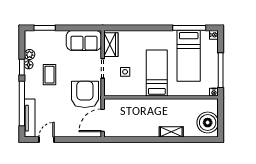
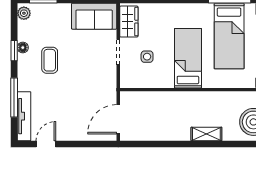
plant: (29, 54) -> (24, 13), moved
armchair: (85, 94) -> (95, 86), removed
window: (22, 104) -> (14, 98), width x0.68

